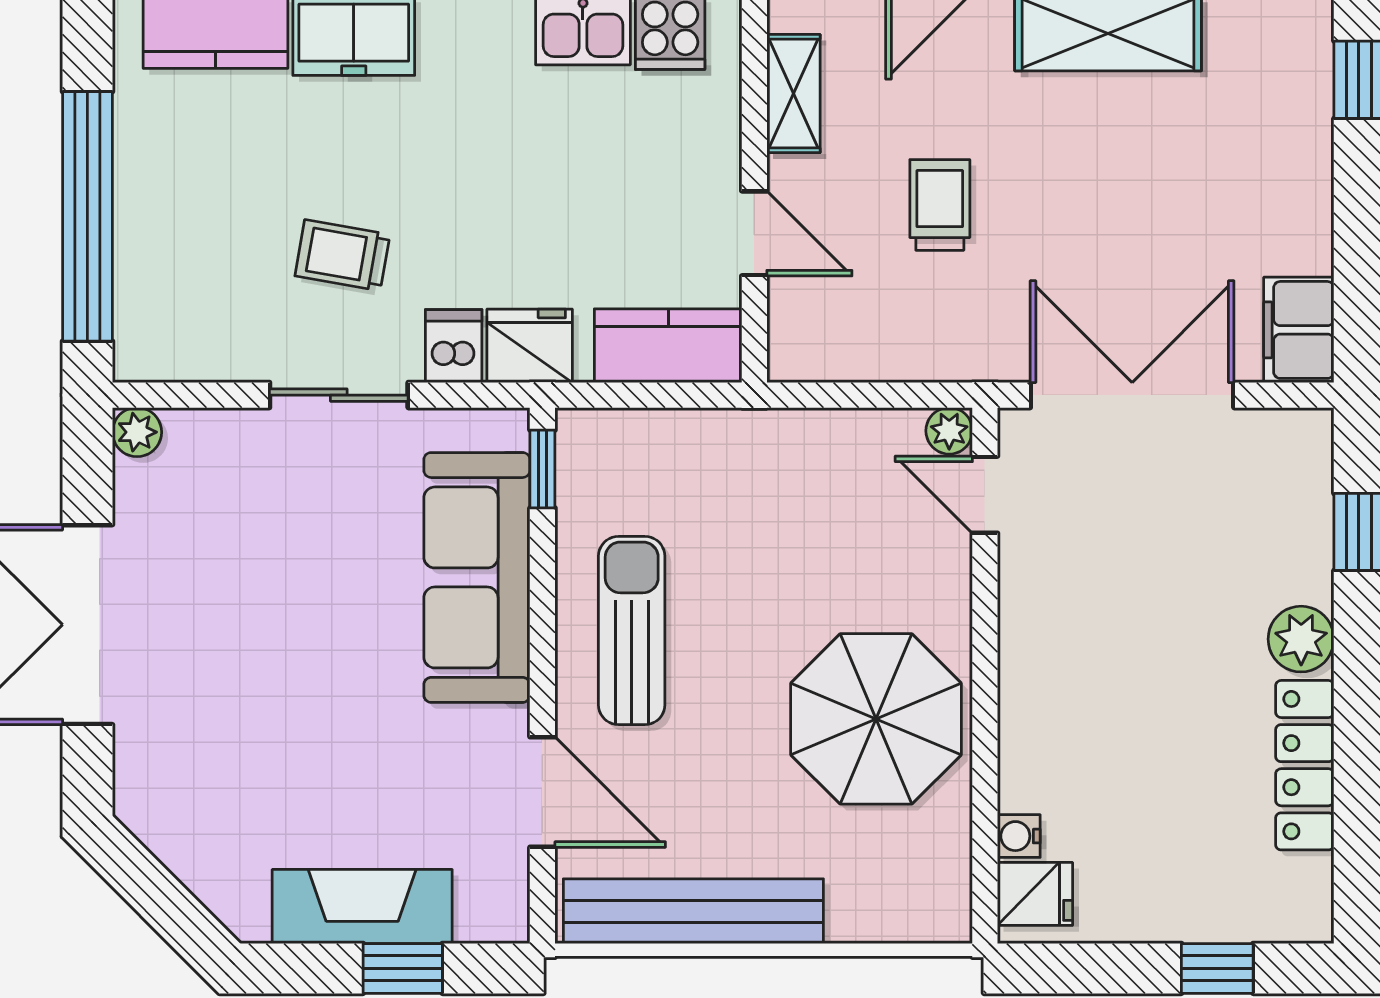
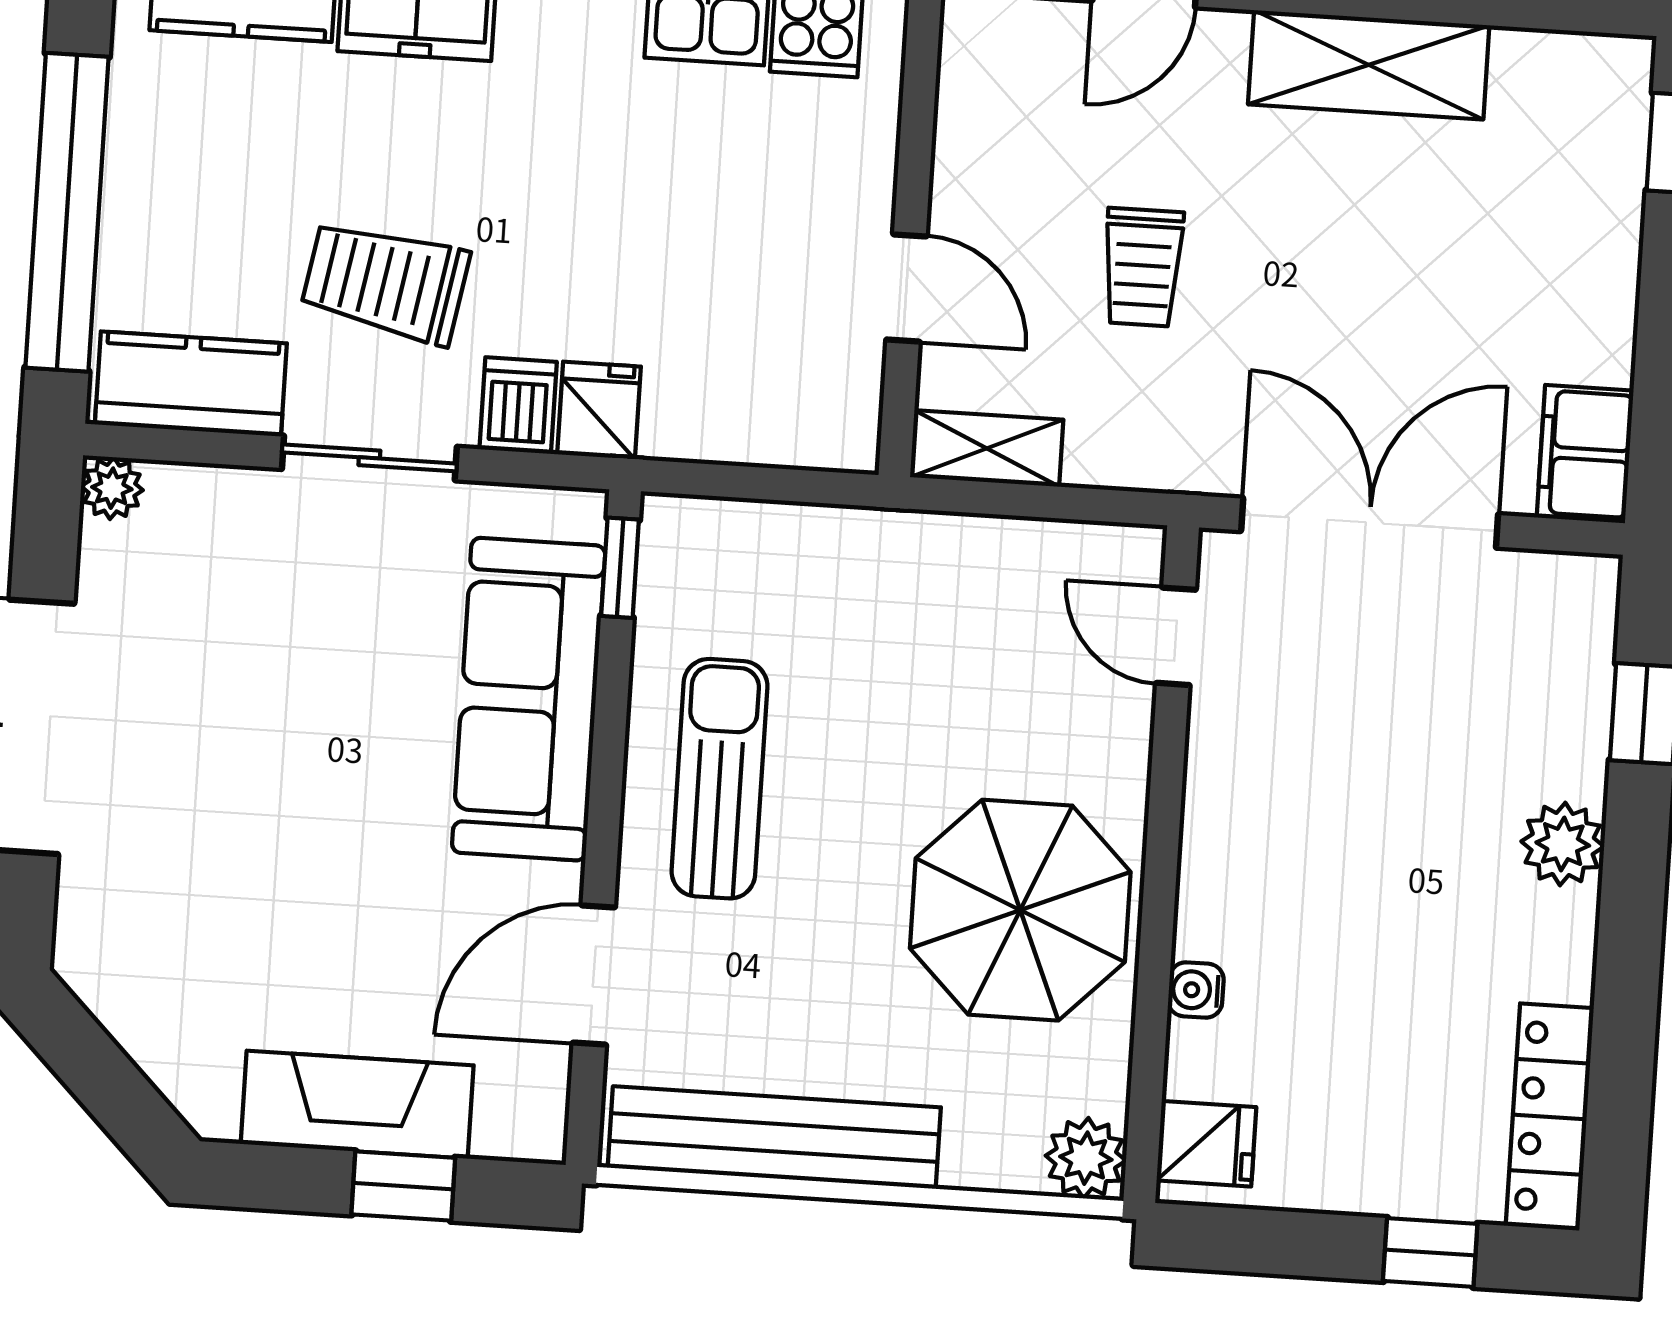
shelving: (793, 94) -> (987, 448), moved, turned 90
trolley: (940, 205) -> (1143, 267), turned 180
trolley: (342, 255) -> (385, 282), width x1.36, depth x1.39
fridge: (530, 346) -> (599, 410), width x0.72
kitchen counter: (668, 346) -> (191, 384), moved
plant: (949, 431) -> (1086, 1158), moved, width x1.38, depth x1.38
locker: (1305, 765) -> (1550, 1117), moved
door: (542, 792) -> (594, 975), swing flipped
water cooler: (1019, 836) -> (1196, 990), moved

